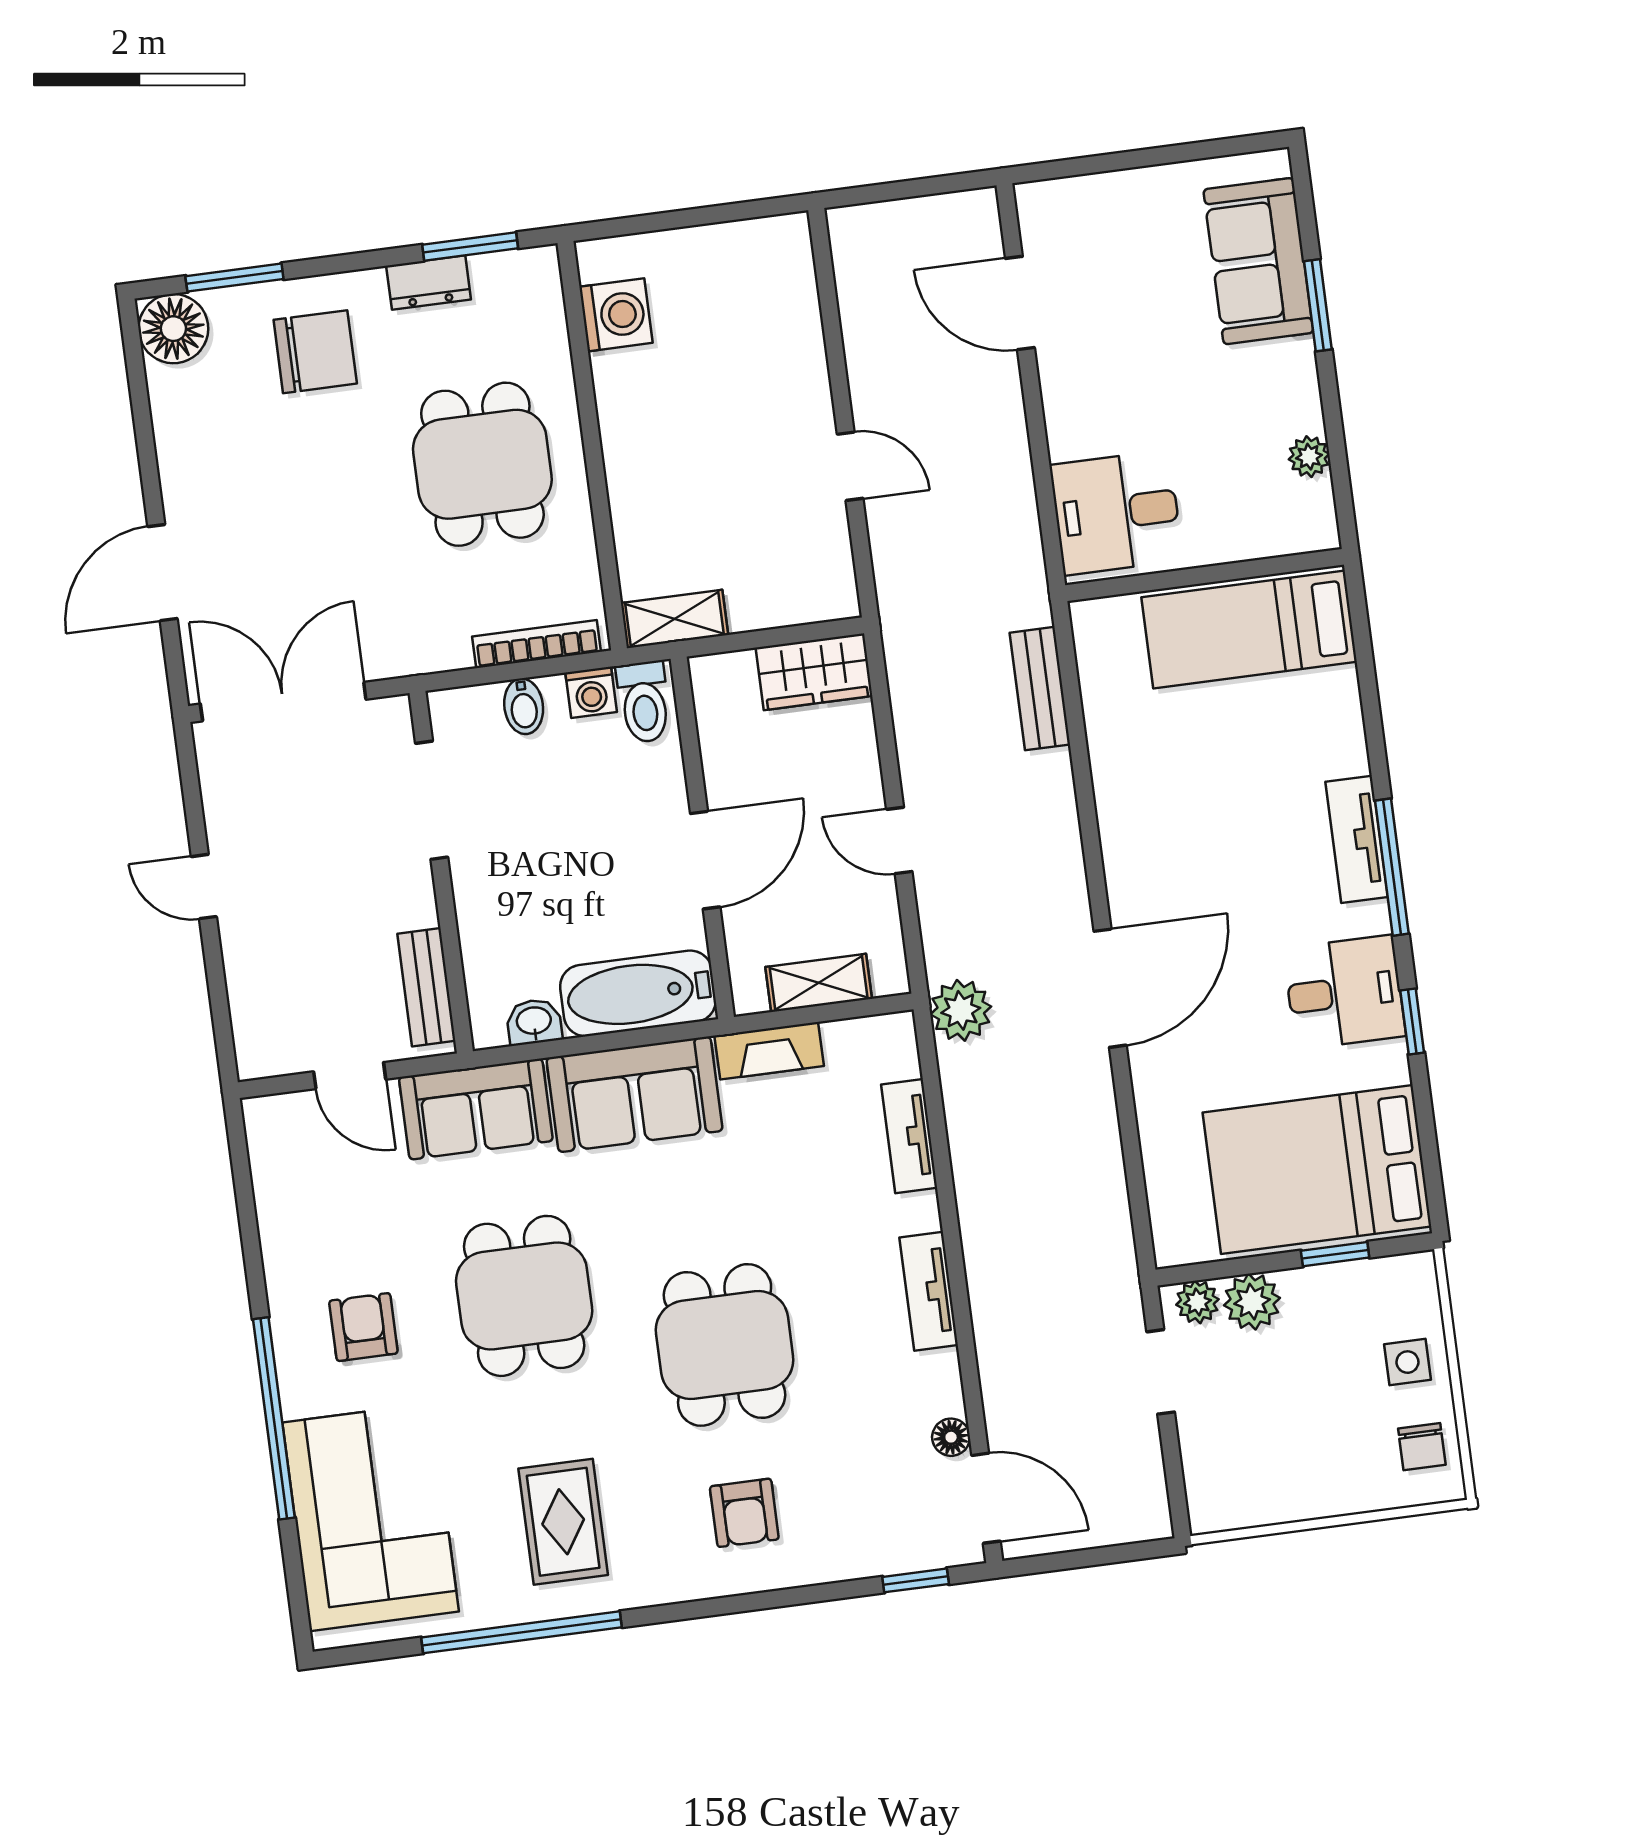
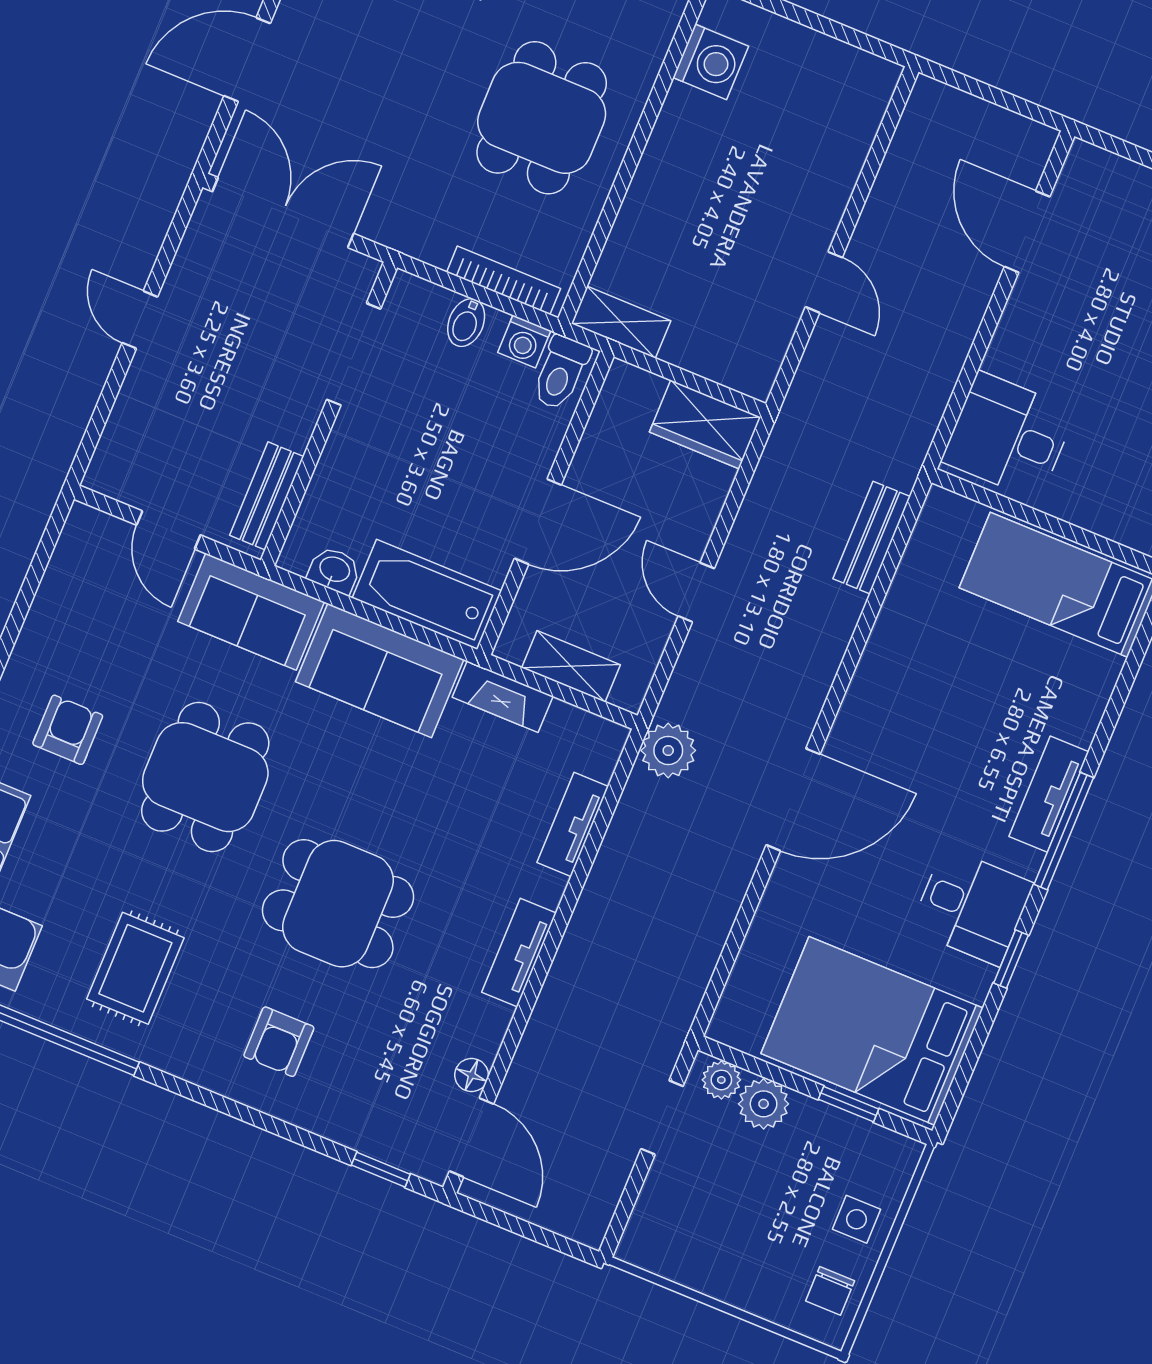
dining table: (725, 1345) -> (338, 904), turned 90

